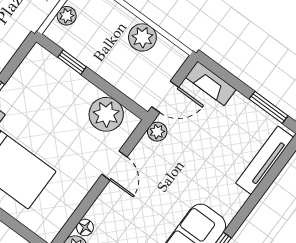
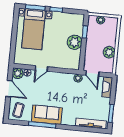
plant: (106, 114) -> (75, 42), moved
door: (114, 166) -> (41, 68), moved

